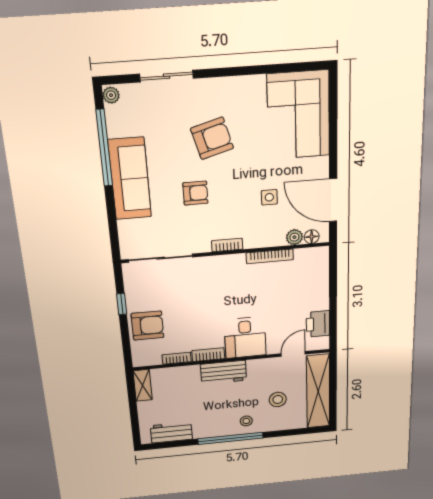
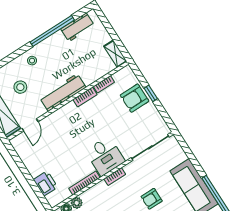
window: (122, 304) -> (151, 93), moved
printer: (318, 324) -> (45, 183), moved
desk: (245, 338) -> (105, 156), moved, turned 180
workbench: (224, 372) -> (63, 93), width x1.38
window: (231, 438) -> (52, 31), moved

